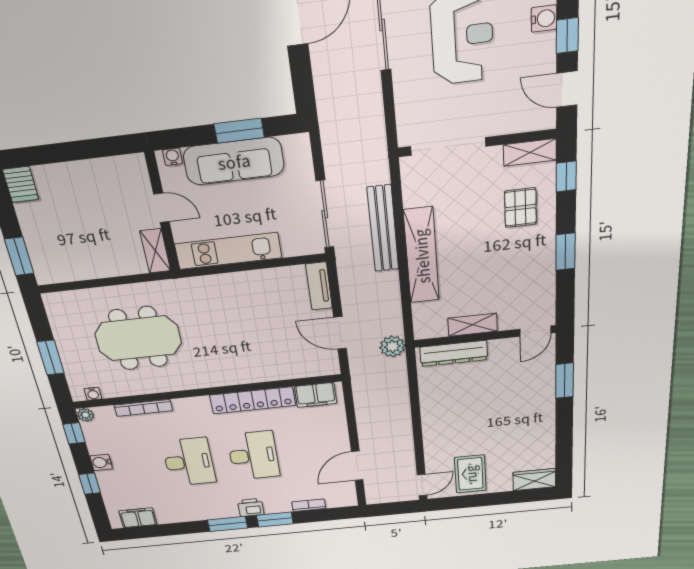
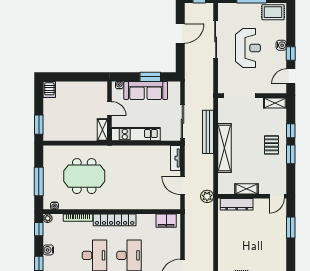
door: (567, 89) -> (291, 76), hinge flipped
window: (566, 176) -> (291, 131), moved
pallet: (520, 208) -> (271, 145), moved
window: (51, 357) -> (39, 182), width x1.44
locker: (253, 400) -> (115, 220), moved

